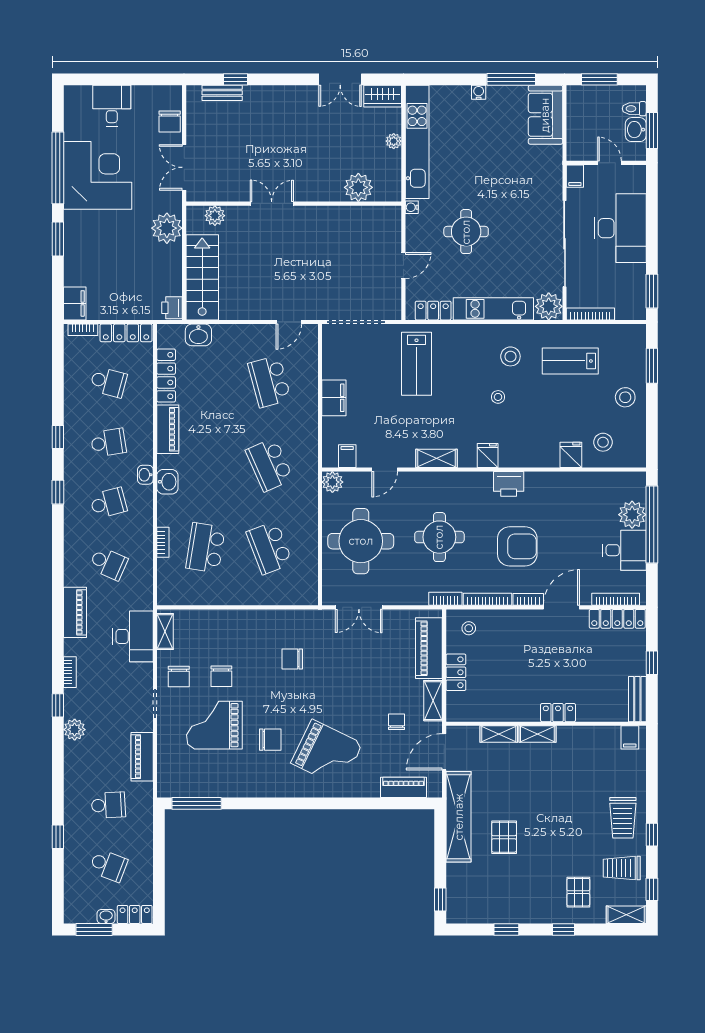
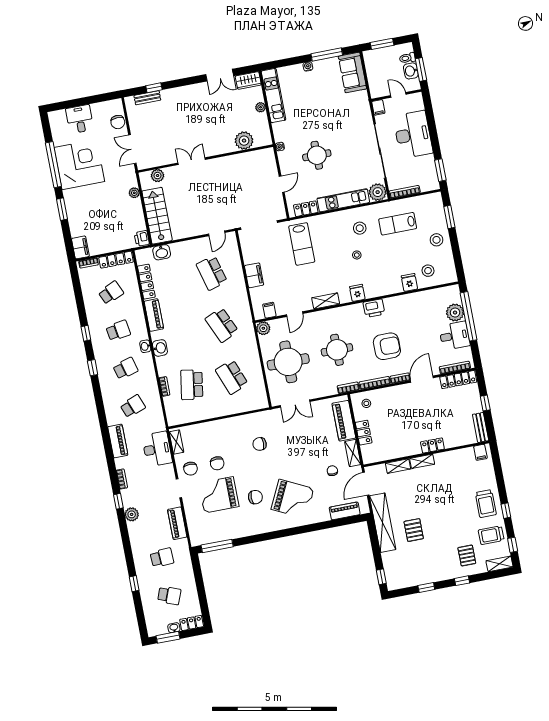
kitchen unit: (417, 142) -> (273, 96), width x0.73
plant: (167, 228) -> (134, 193), width x0.53, depth x0.53
school desk: (108, 382) -> (111, 293), turned -39
school desk: (108, 563) -> (133, 406), turned -45

